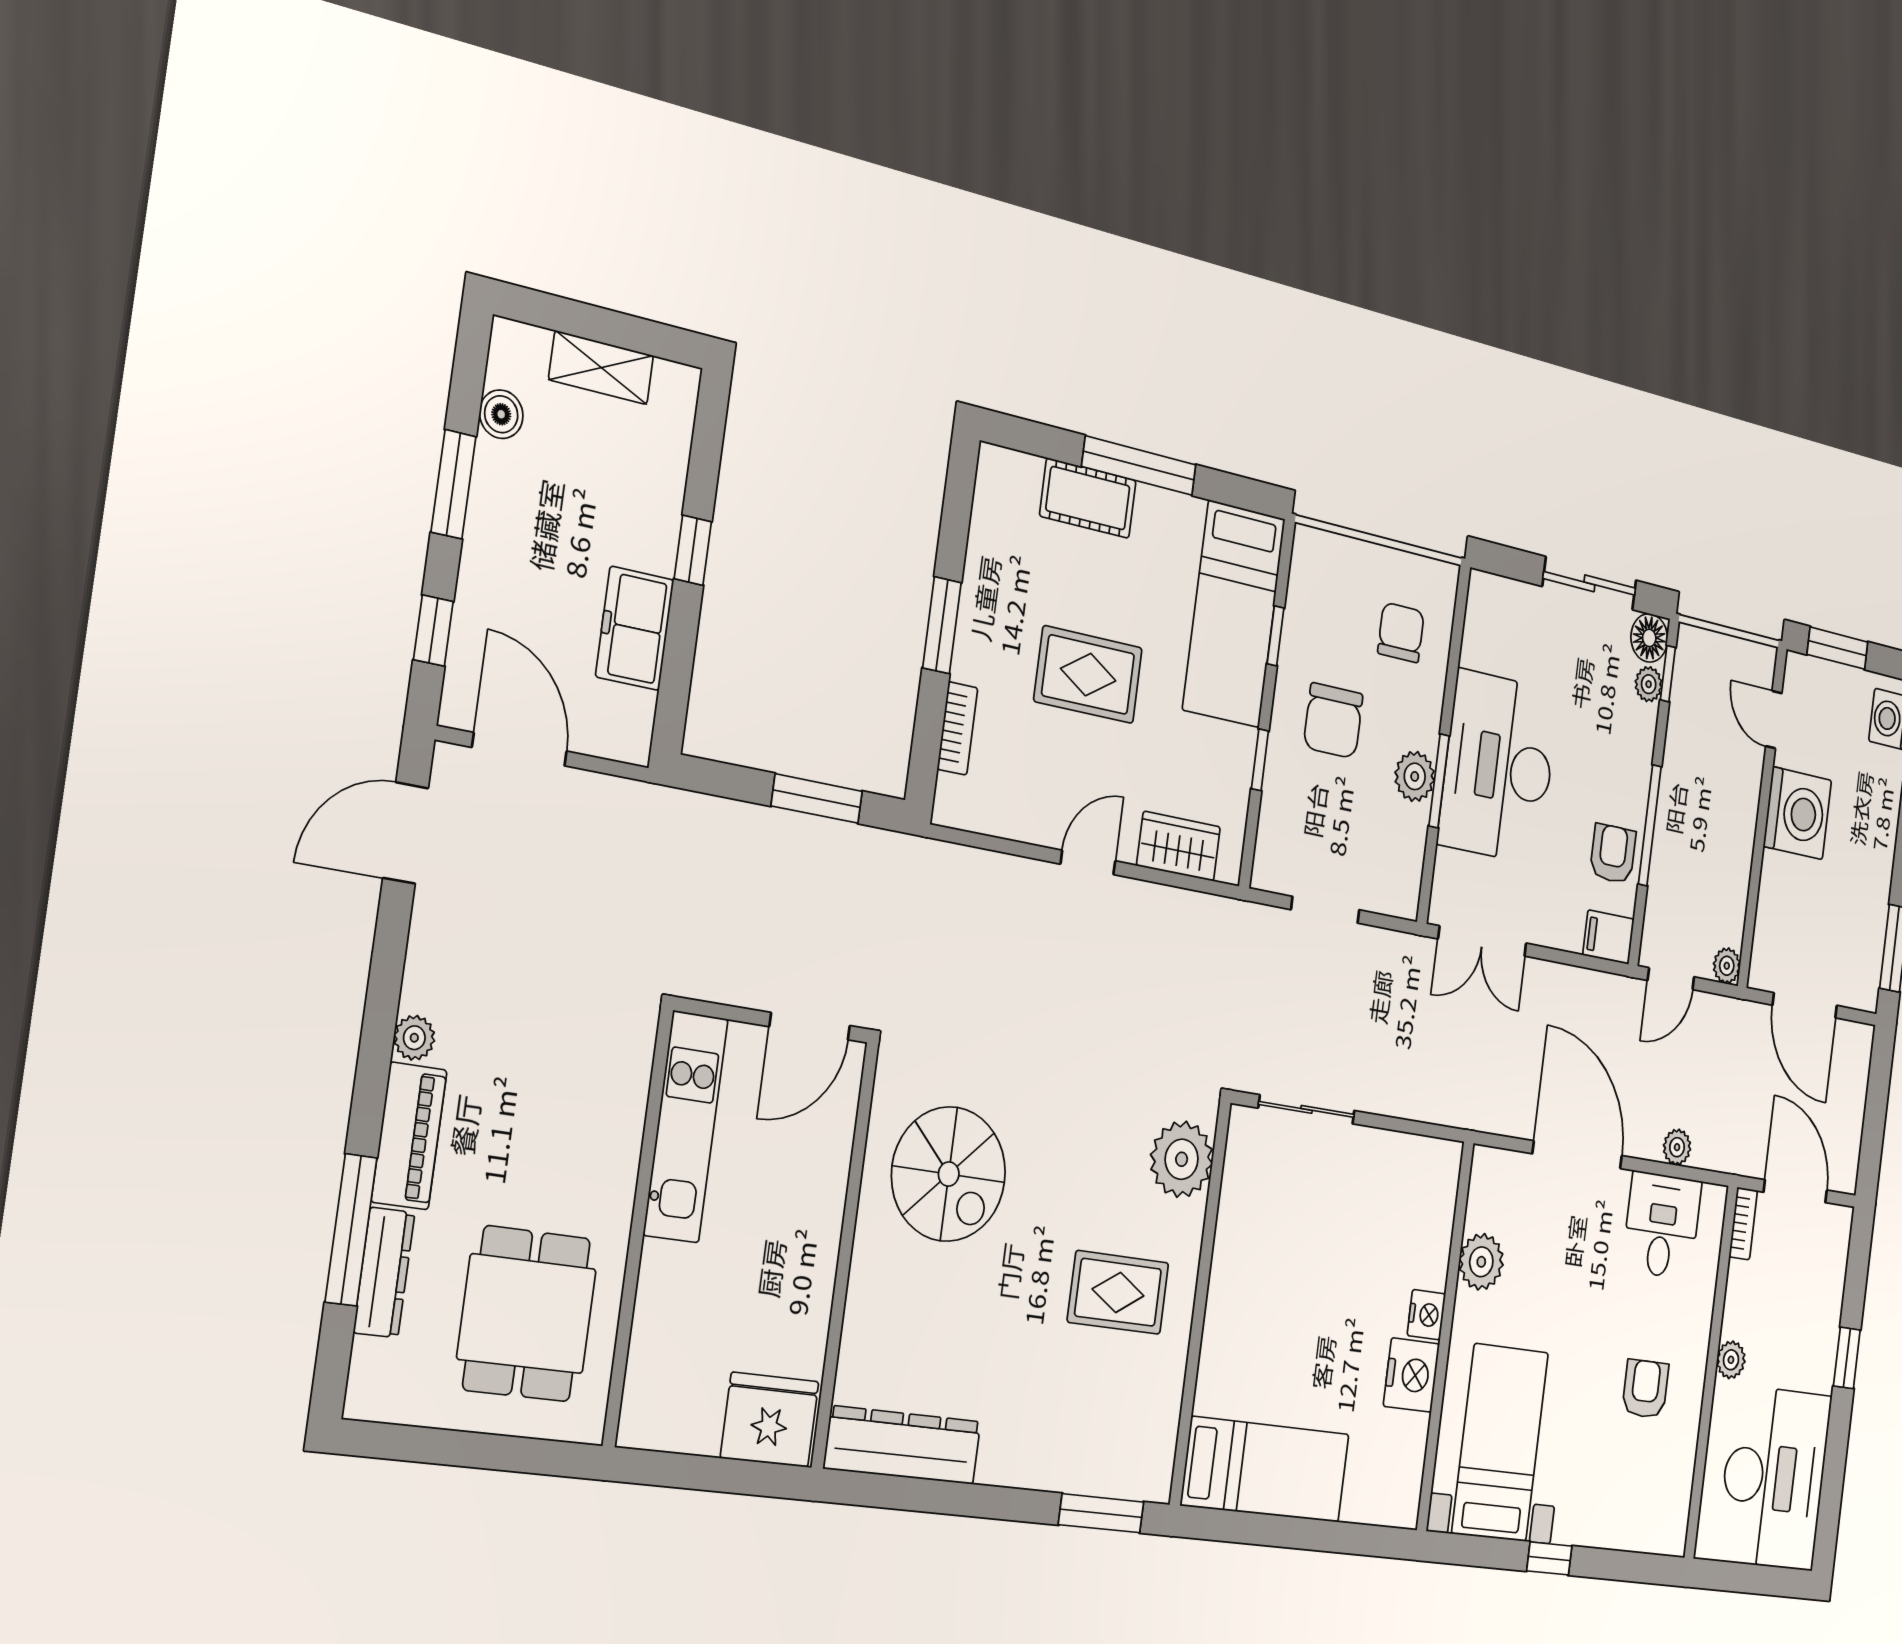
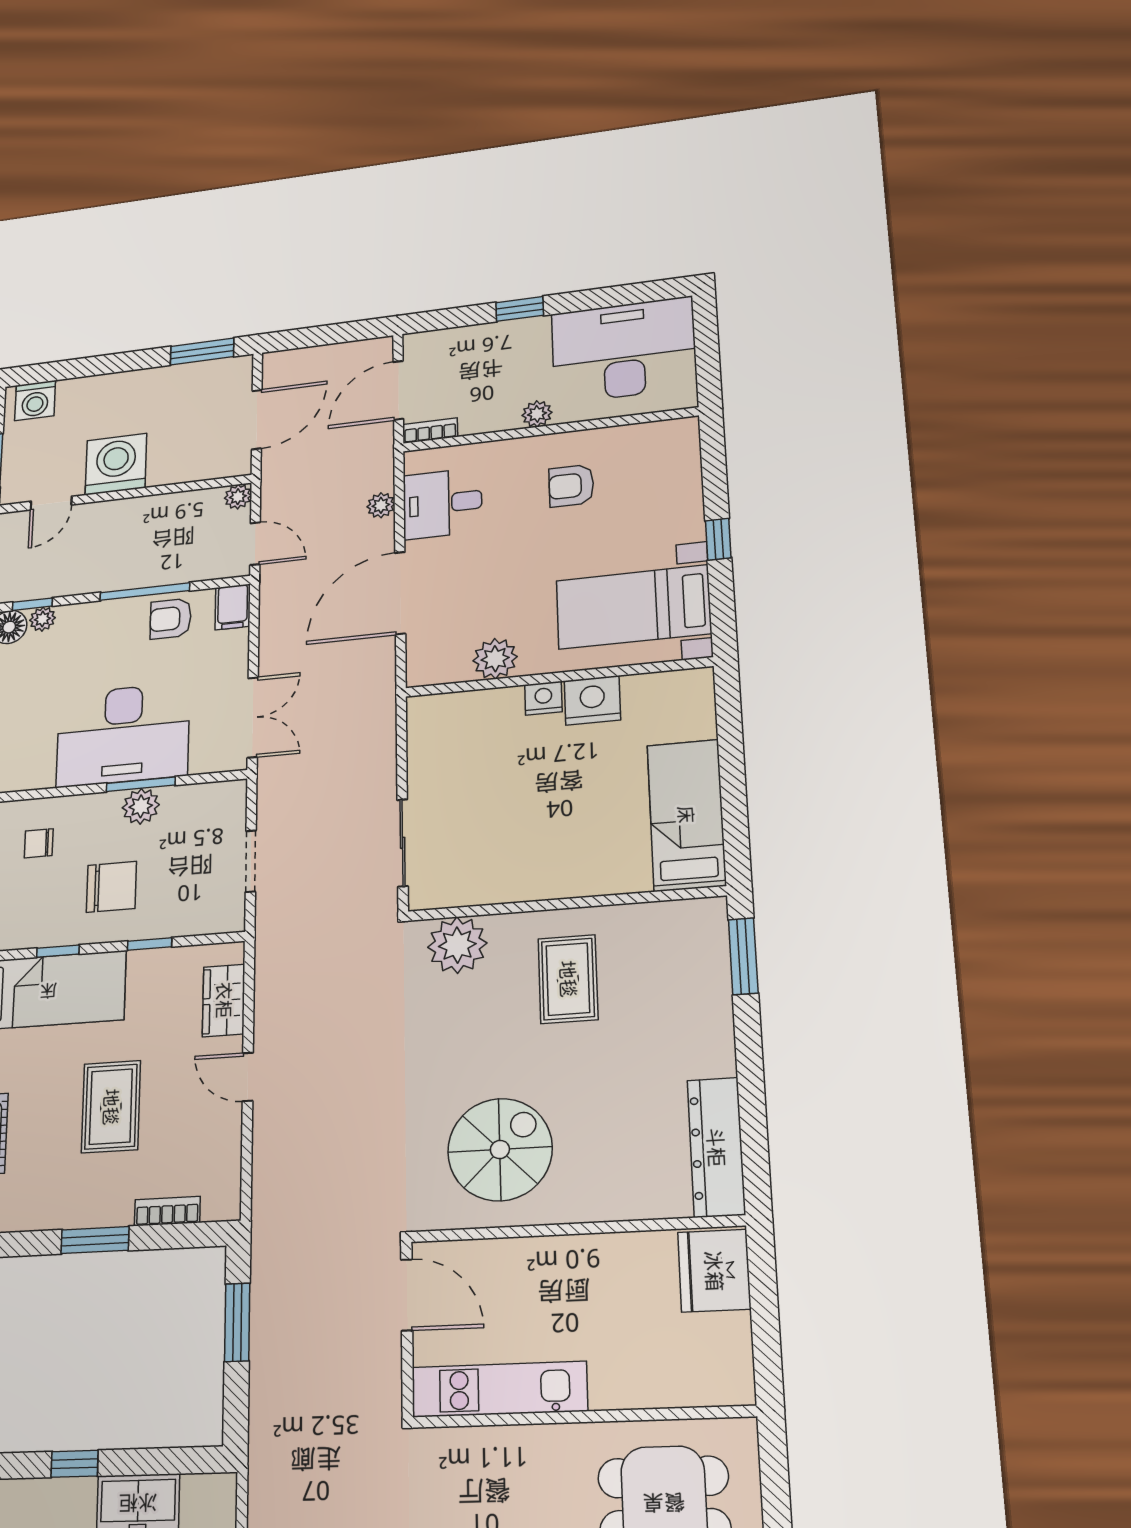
chair: (1401, 632) -> (39, 843), width x0.73, depth x0.73

